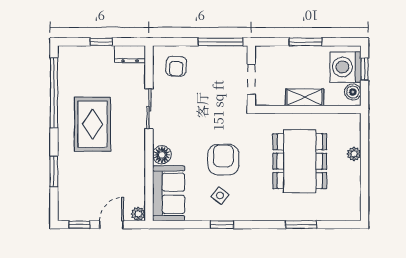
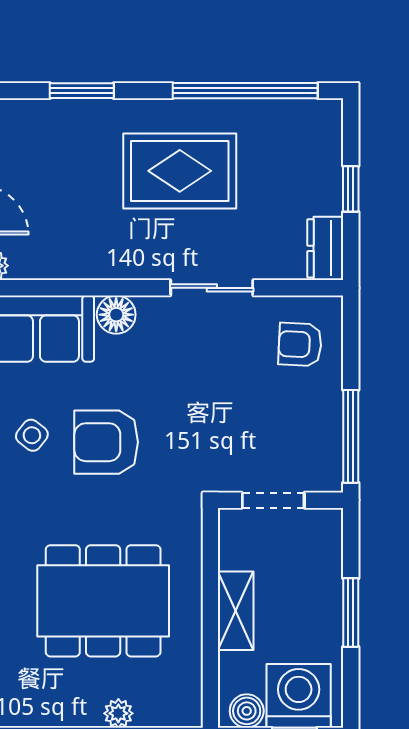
armchair: (223, 160) -> (106, 442), turned 180

